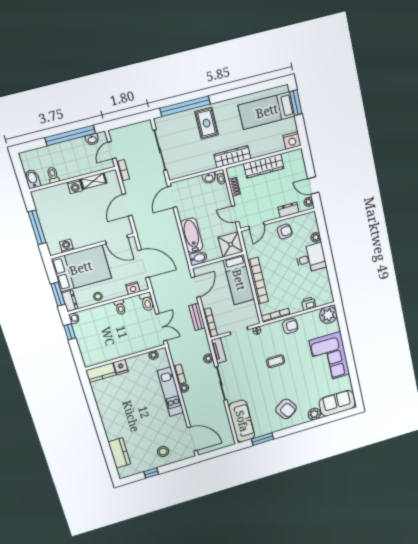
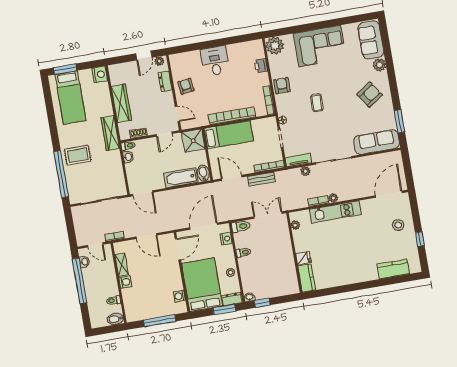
plant: (316, 237) -> (195, 55), removed

